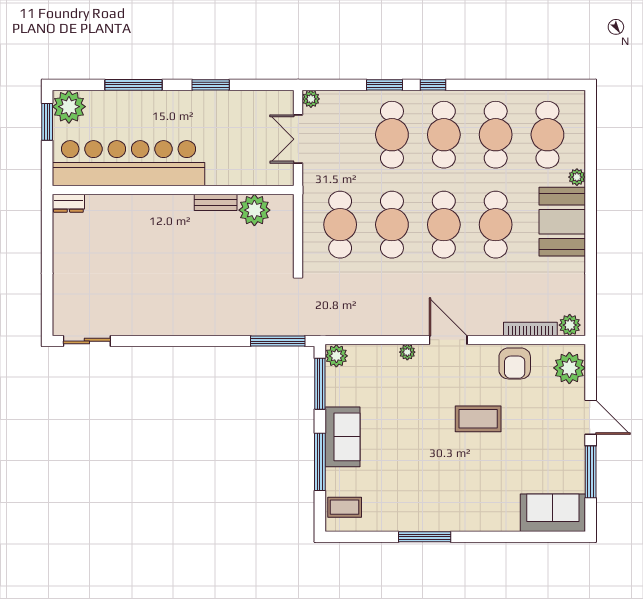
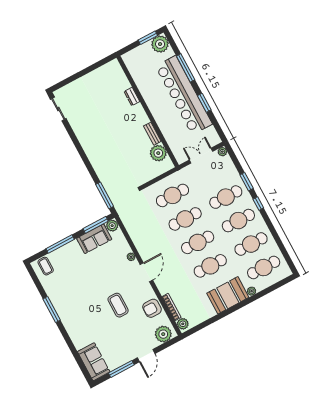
bar counter: (128, 163) -> (184, 95), moved, turned 180
dresser: (68, 203) -> (132, 96), moved
sofa: (342, 437) -> (94, 239), moved

